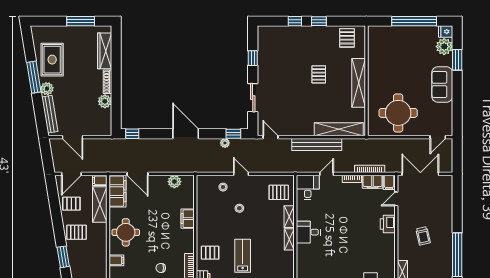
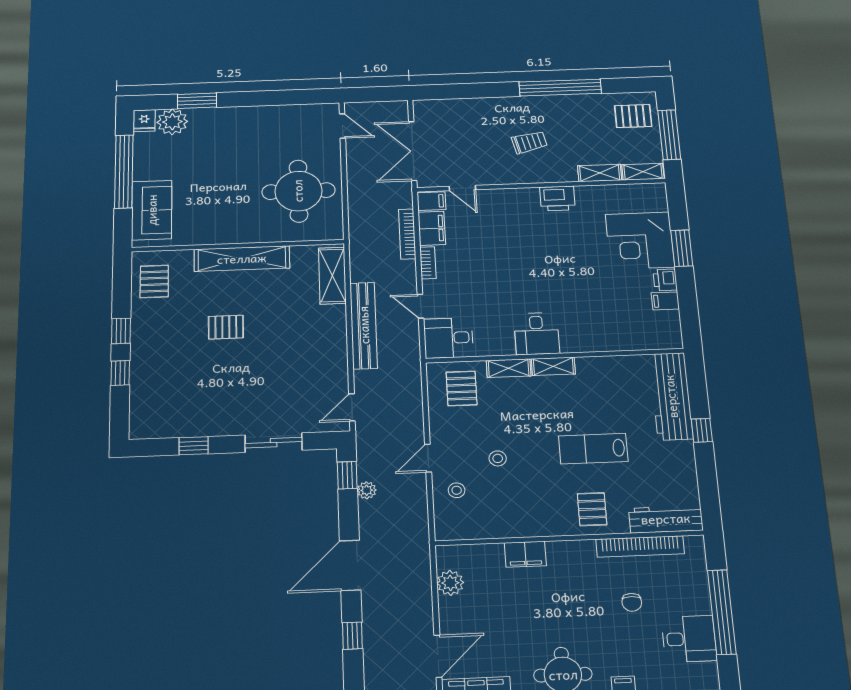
pallet: (347, 38) -> (154, 281), turned 90
sofa: (442, 85) -> (152, 210), moved, turned -90
shelving: (339, 129) -> (332, 275), width x0.68
window: (132, 134) -> (352, 636), moved
printer: (388, 224) -> (557, 198), moved

